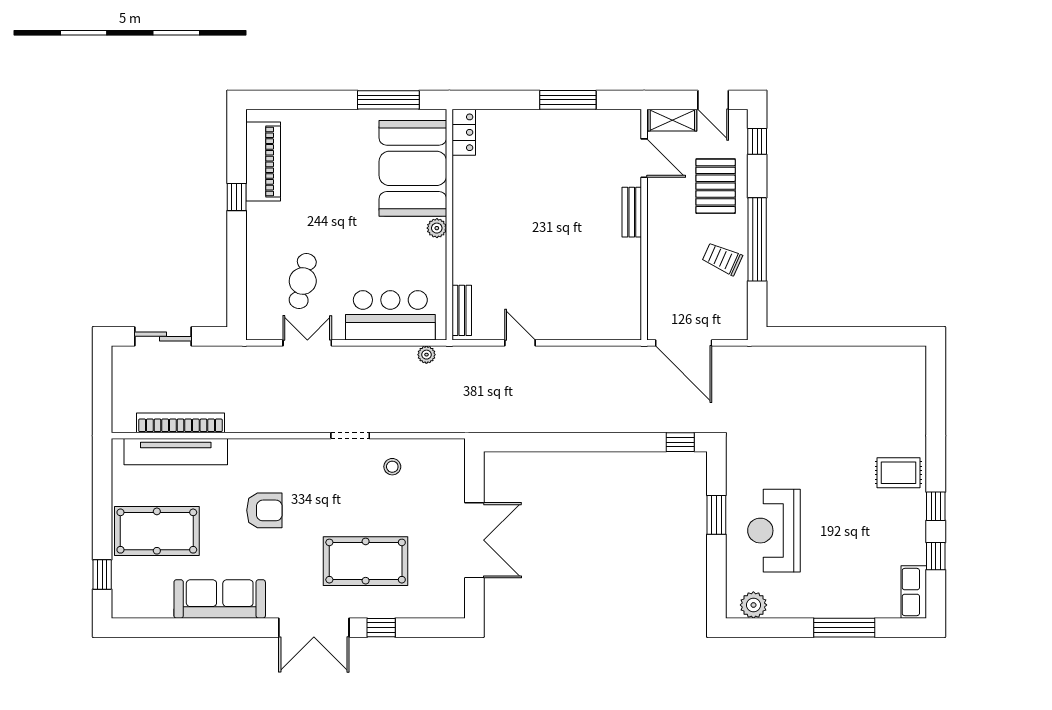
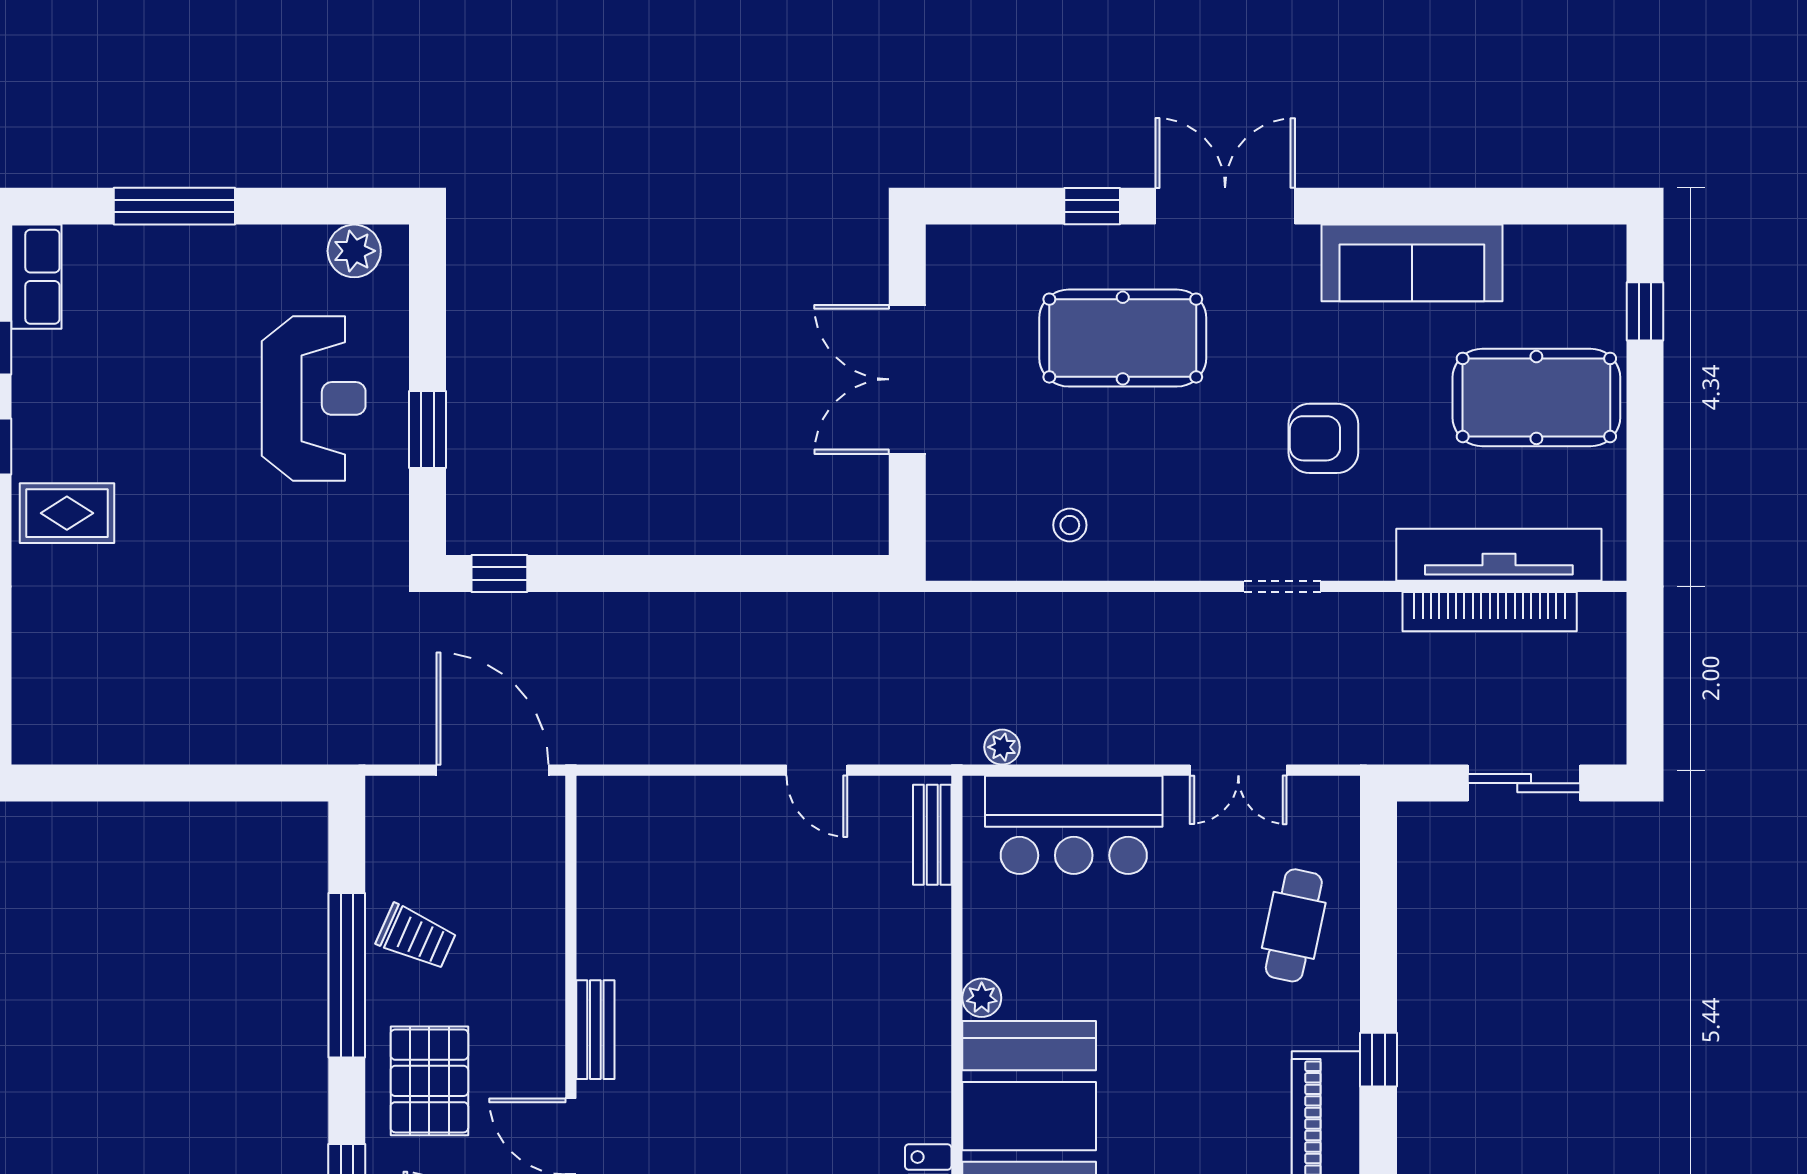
cafe table: (303, 281) -> (1294, 925), moved
doorway: (350, 436) -> (1282, 586), moved

